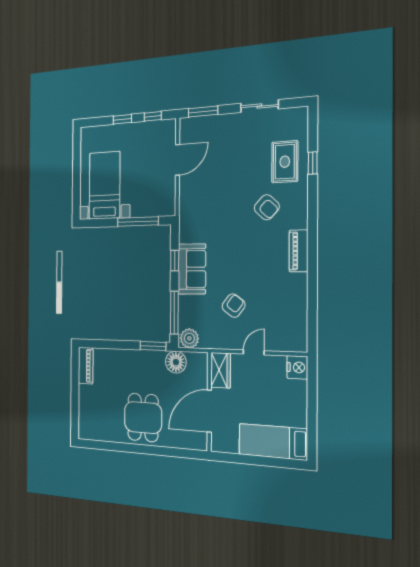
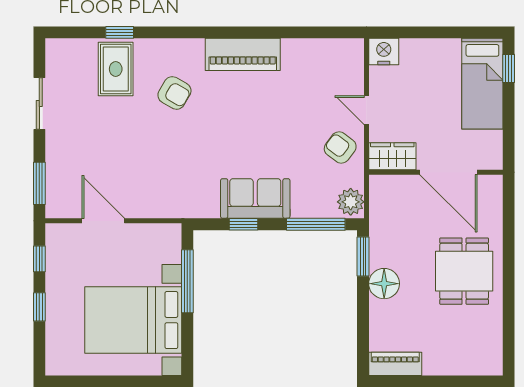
rug: (285, 162) -> (116, 69), turned 90
bed with nightstands: (105, 185) -> (133, 320), width x1.36
armchair: (267, 207) -> (174, 93), turned 77
piano: (299, 251) -> (243, 54), width x1.37, depth x1.33
armchair: (234, 306) -> (340, 148), moved
floor lamp: (176, 362) -> (384, 284), moved
dining table: (143, 417) -> (464, 271), turned 90
window: (284, 463) -> (509, 69), added

